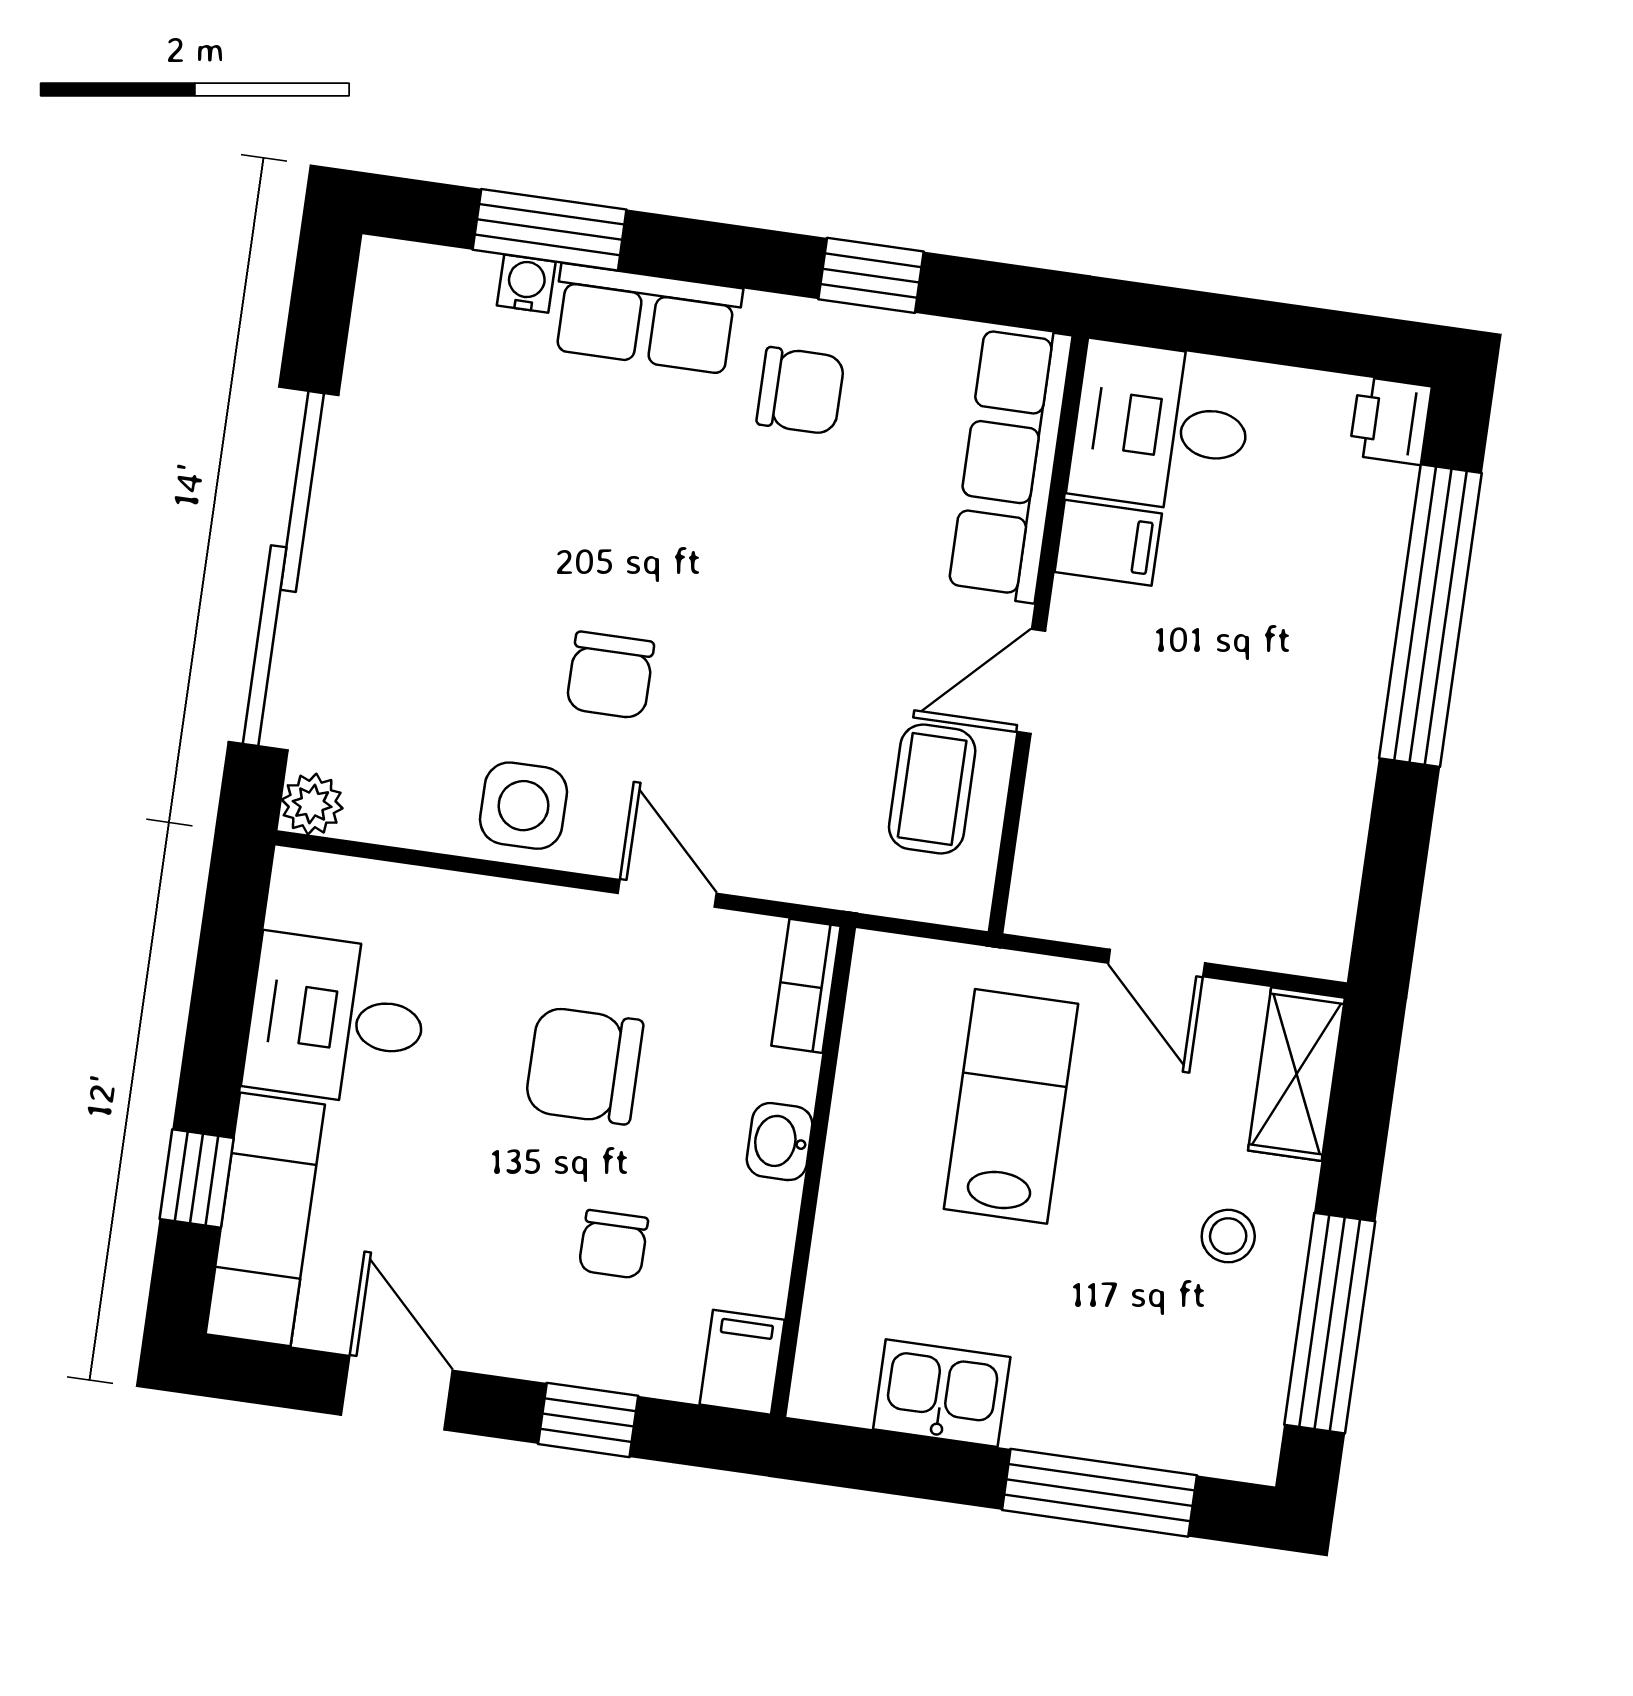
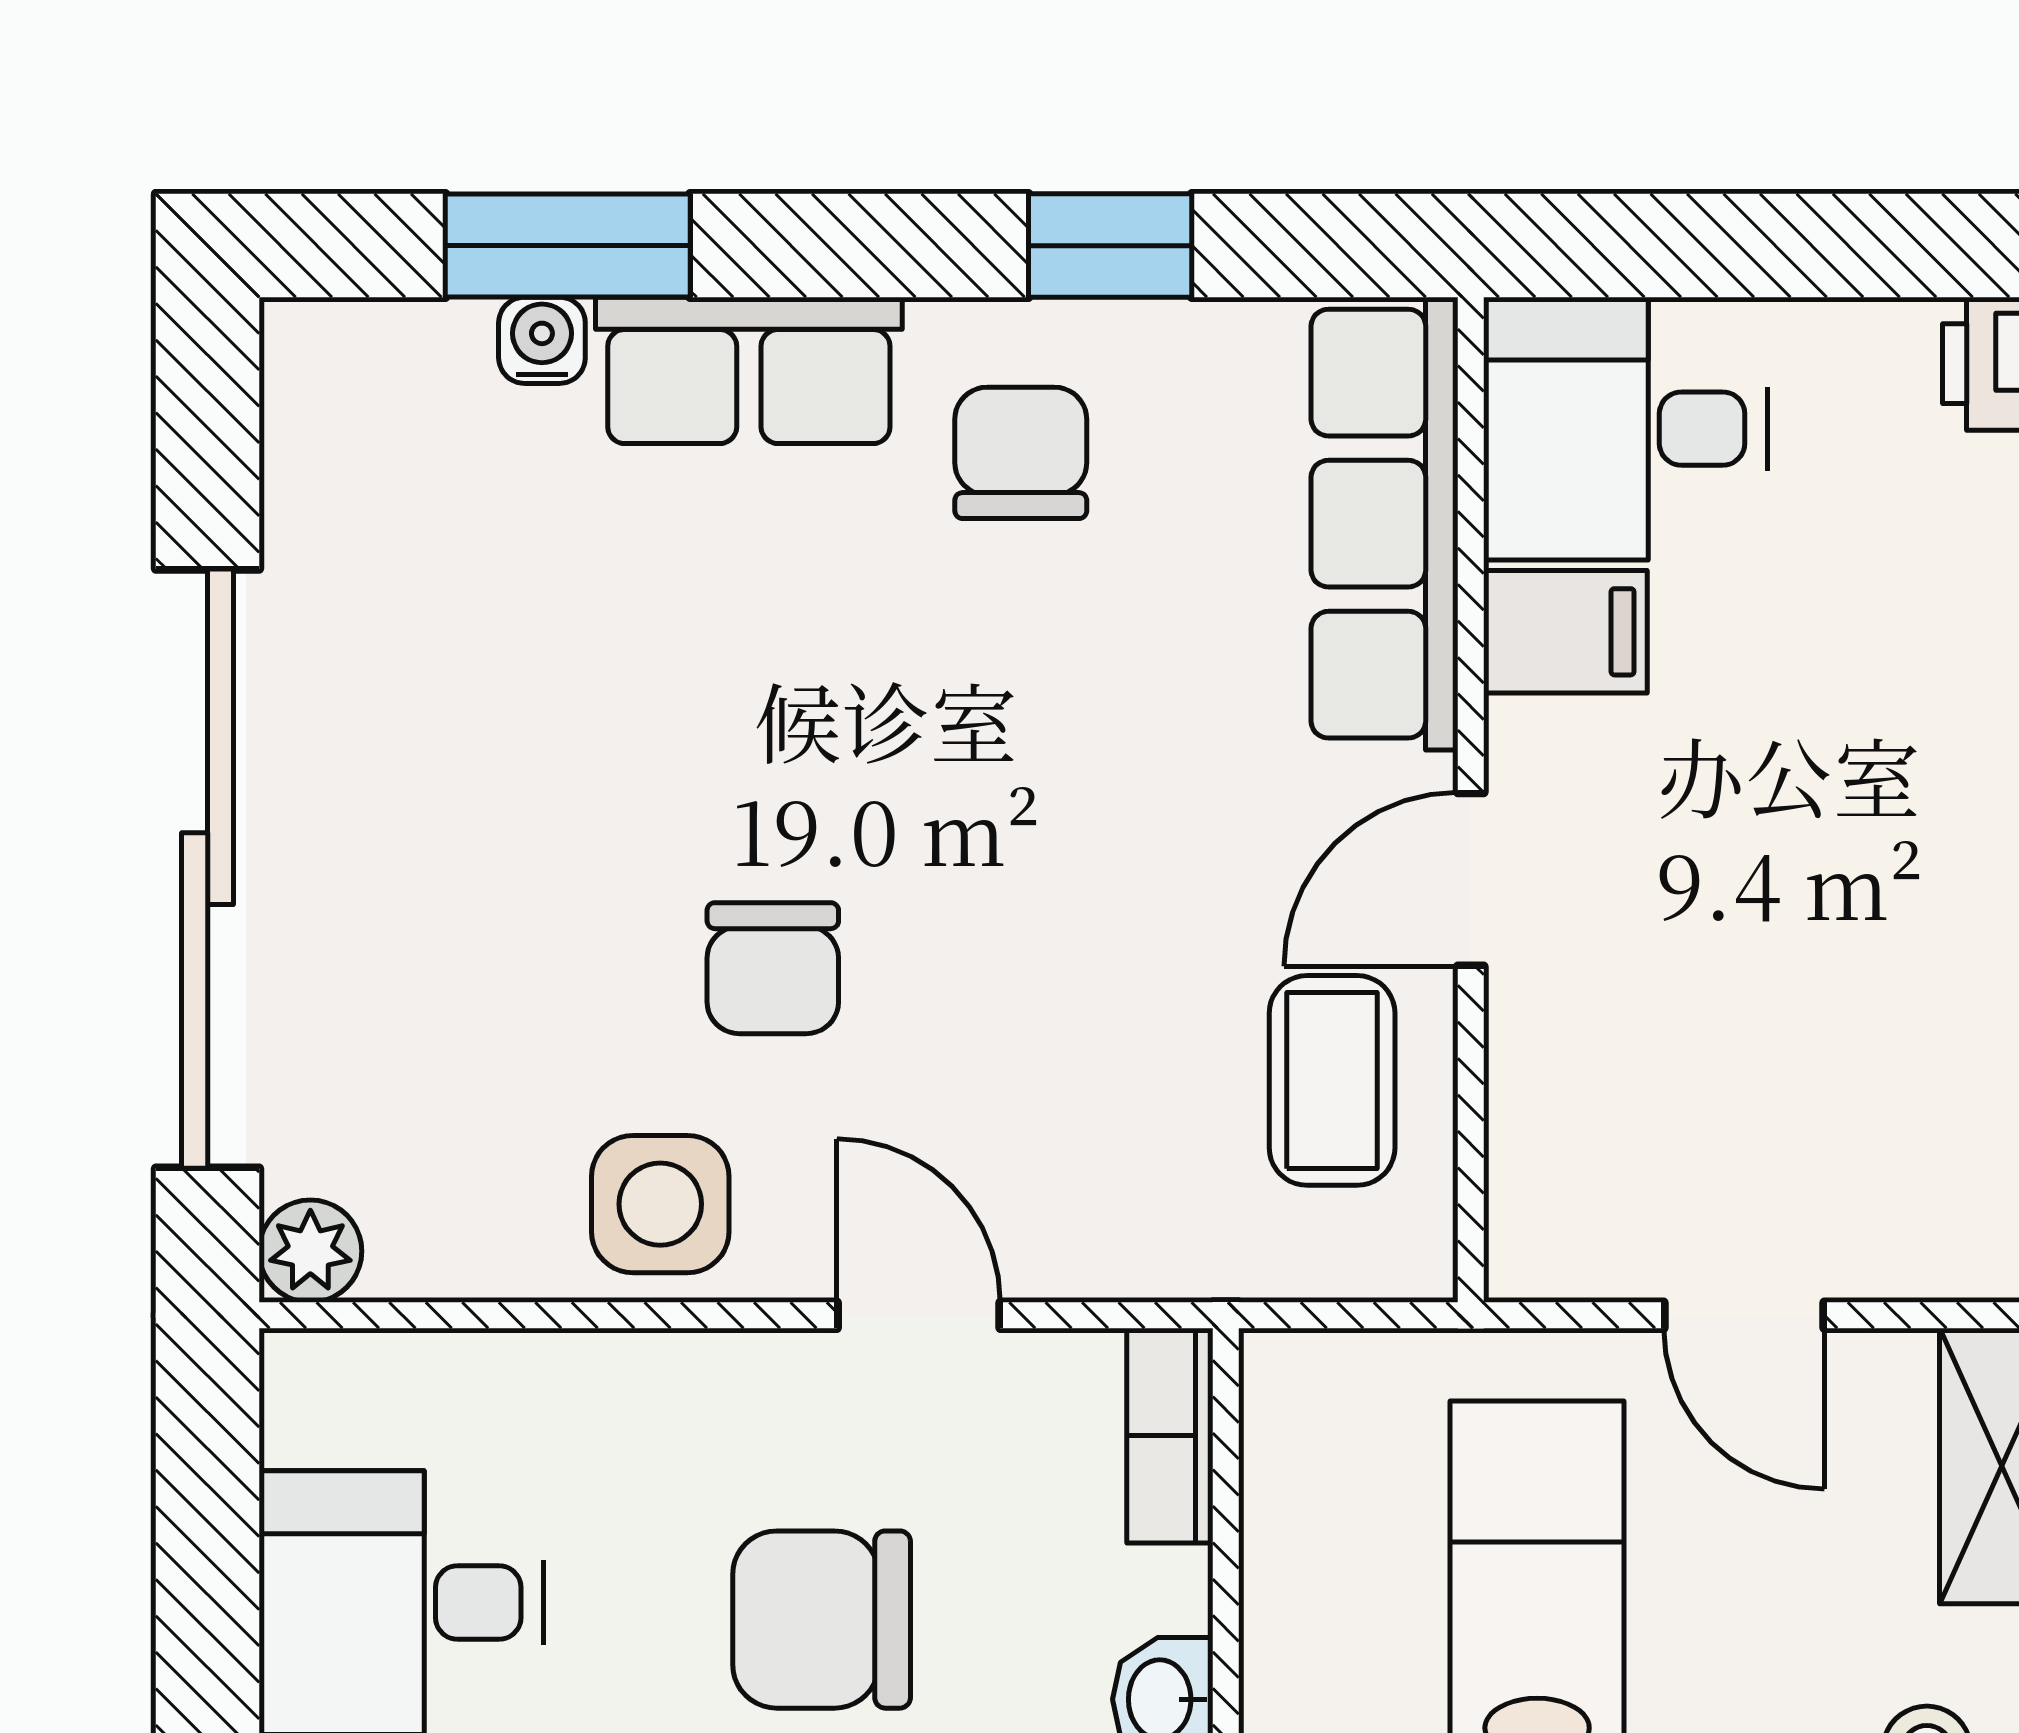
chair: (801, 391) -> (1021, 453), turned -90

